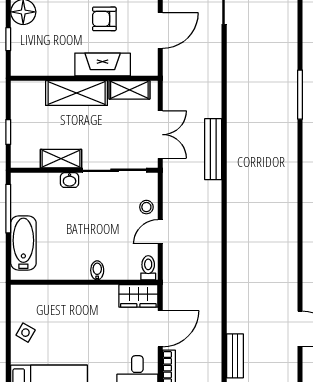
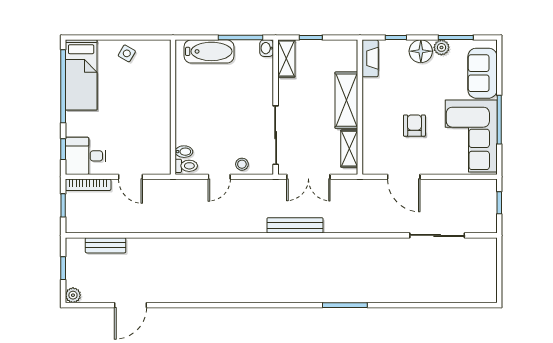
fireplace: (103, 65) -> (370, 58), moved, width x0.73, depth x0.76
shelving: (61, 159) -> (286, 59), moved
washbasin: (70, 180) -> (267, 48), moved
door: (160, 232) -> (219, 177), swing flipped
bidet: (97, 270) -> (184, 152), moved
wardrobe: (138, 296) -> (160, 157), removed
door: (160, 329) -> (130, 177), width x0.73

